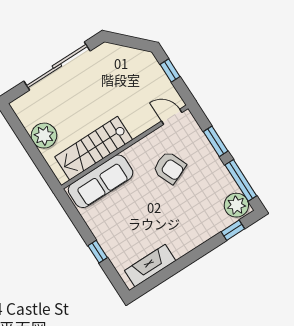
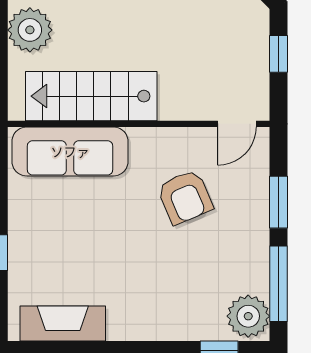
door: (172, 117) -> (237, 124), swing flipped

